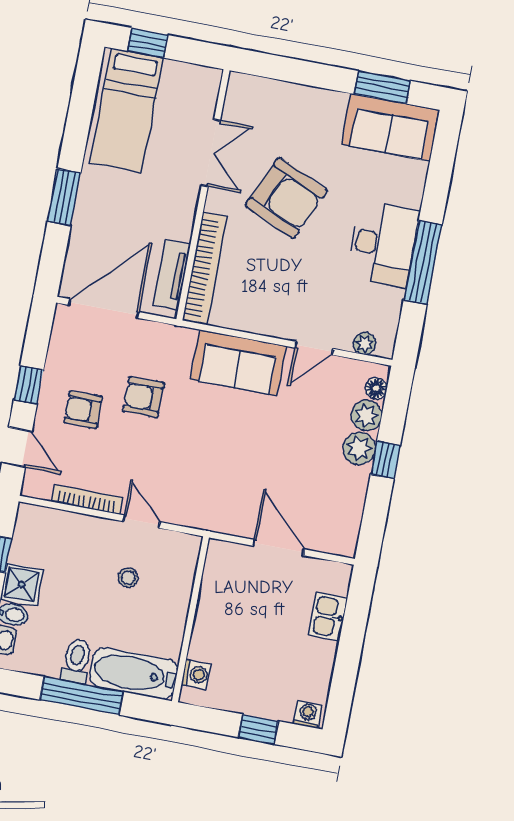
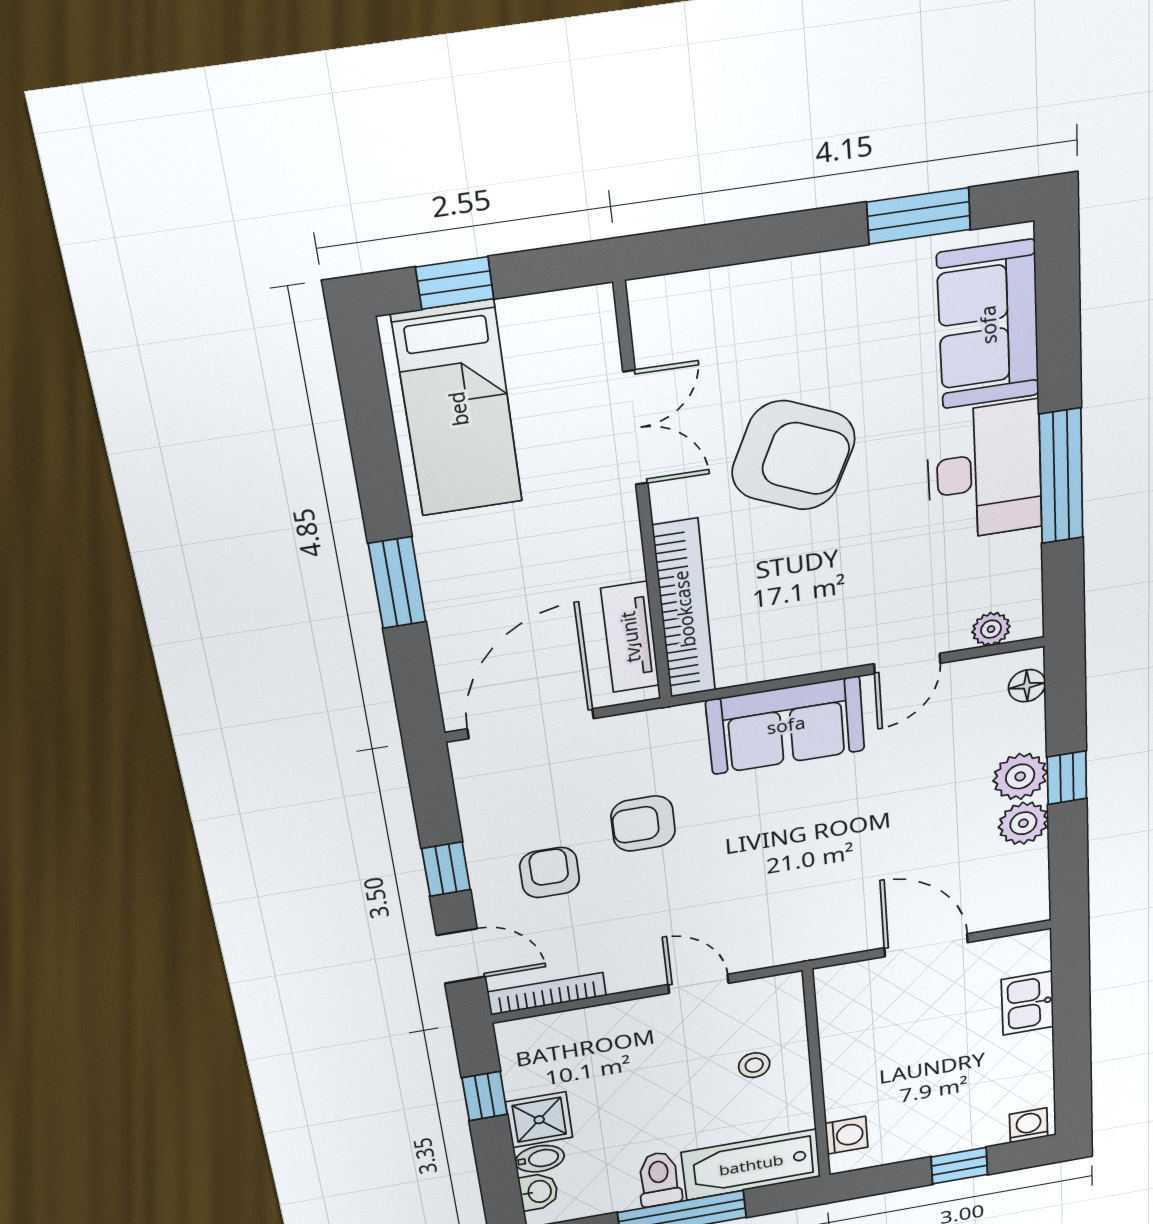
sofa: (390, 127) -> (988, 325), moved, turned 90
armchair: (83, 410) -> (550, 873), turned 90
plant: (367, 415) -> (1023, 823), moved
bookcase: (87, 499) -> (547, 994), moved
stool: (128, 578) -> (754, 1065), moved

